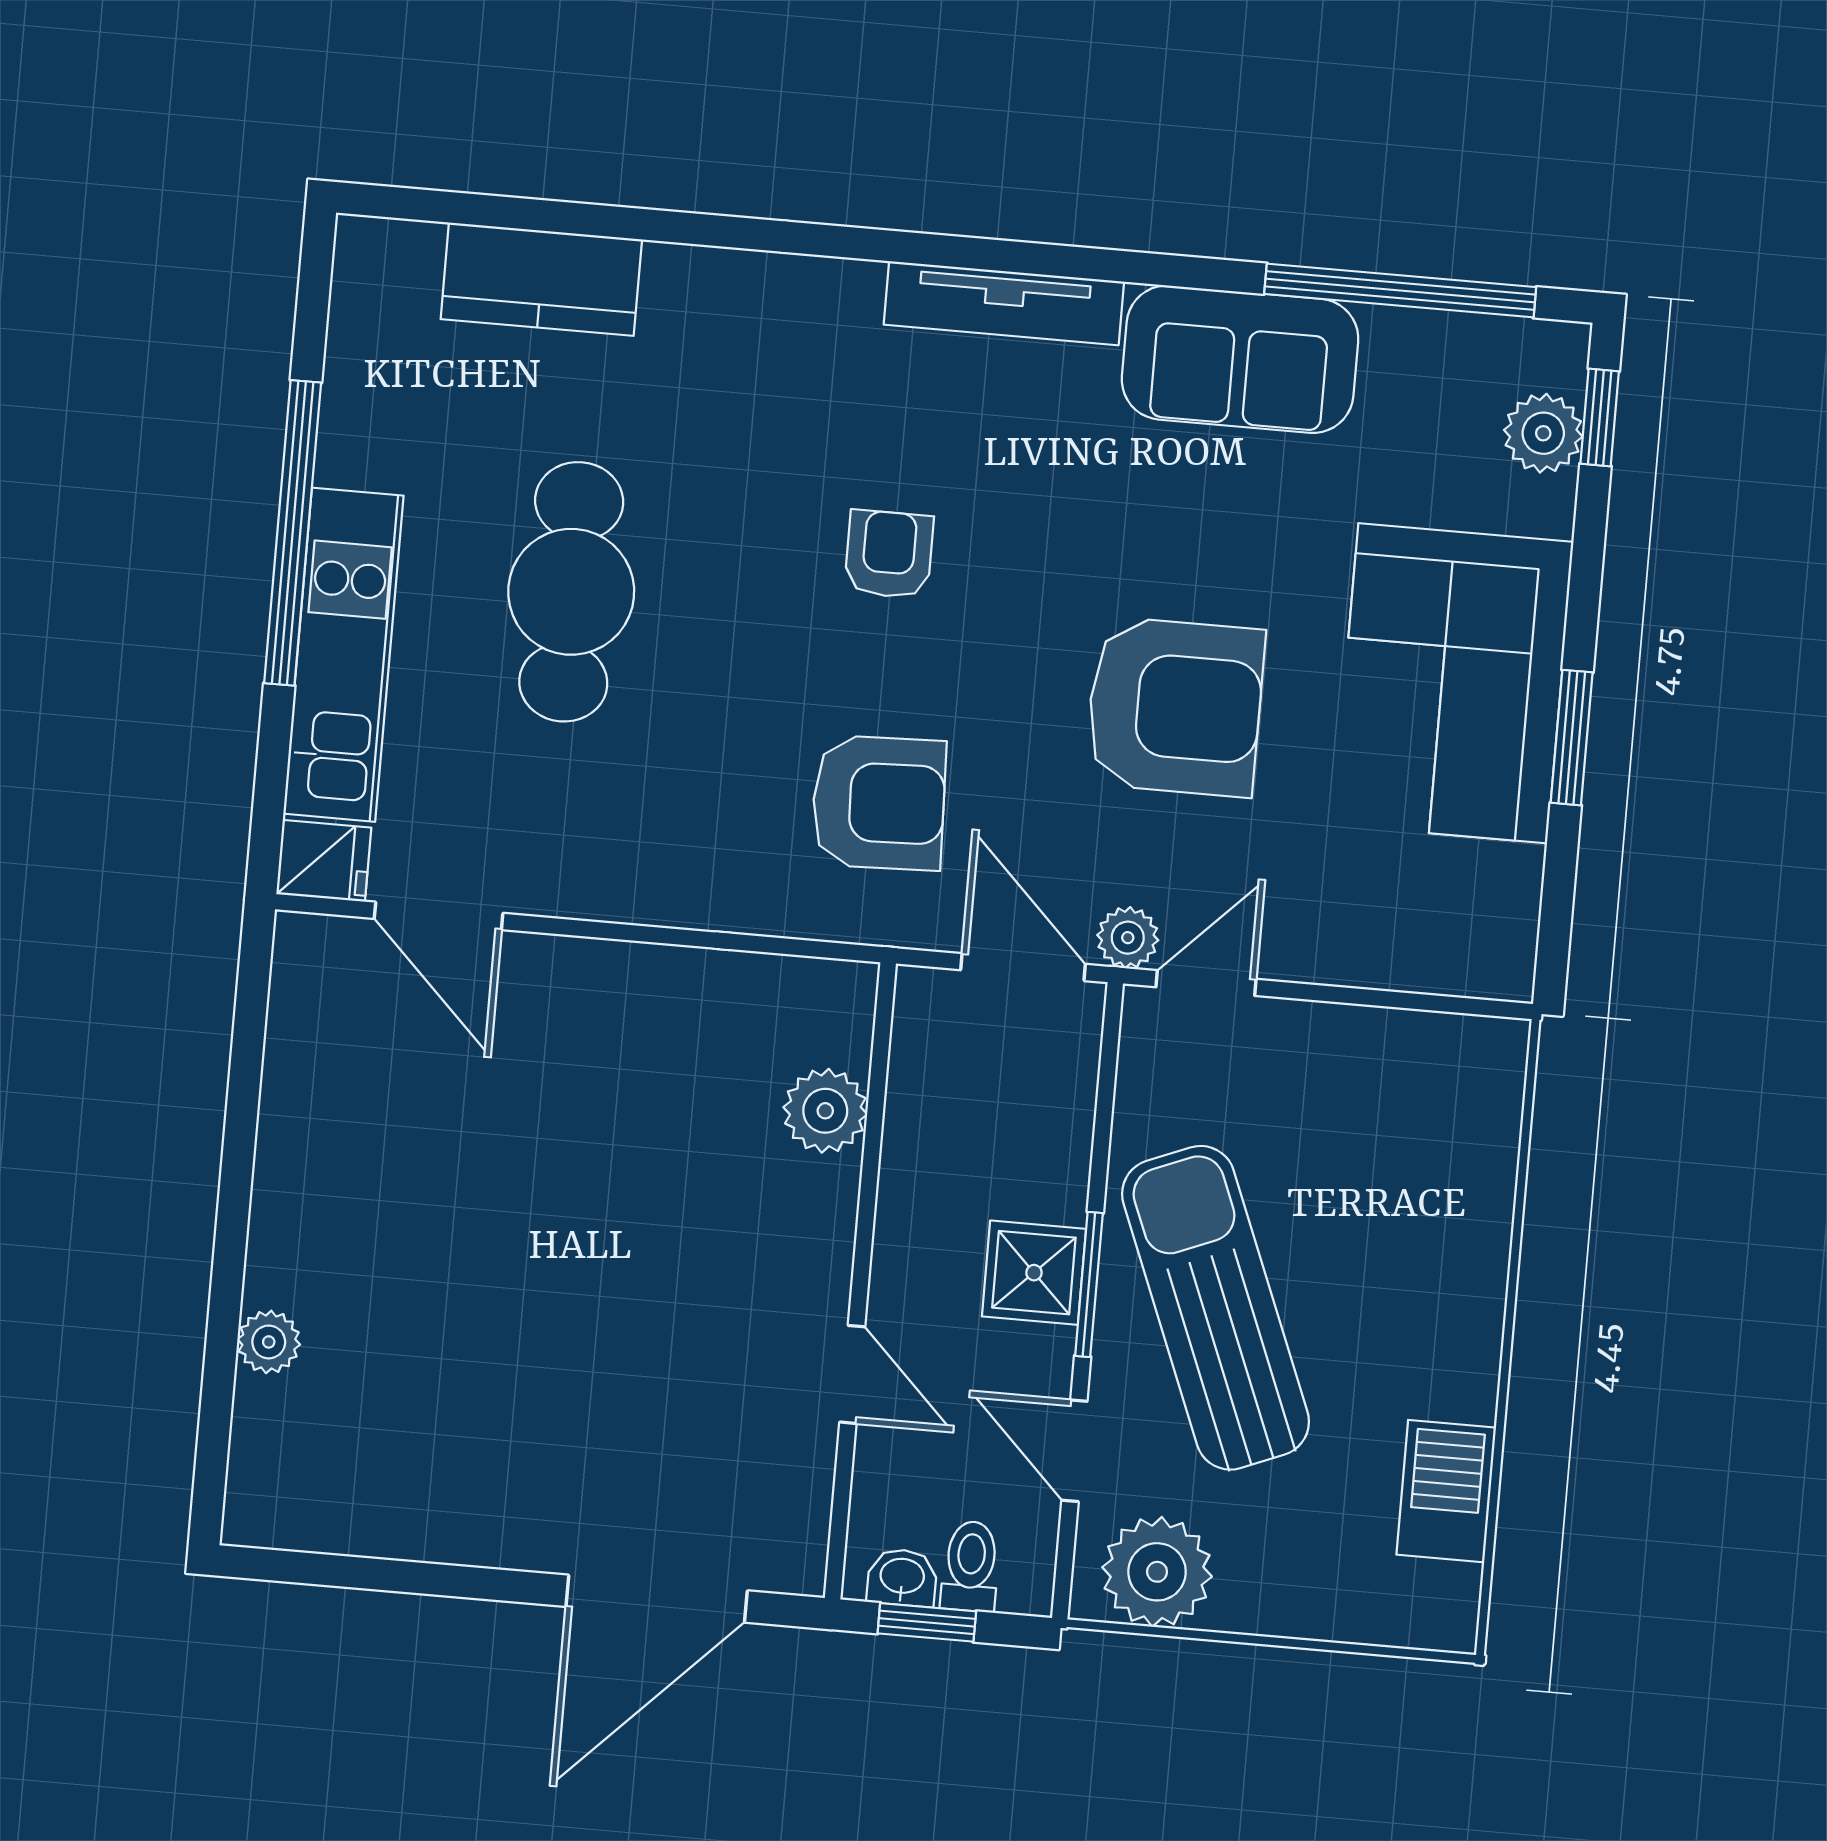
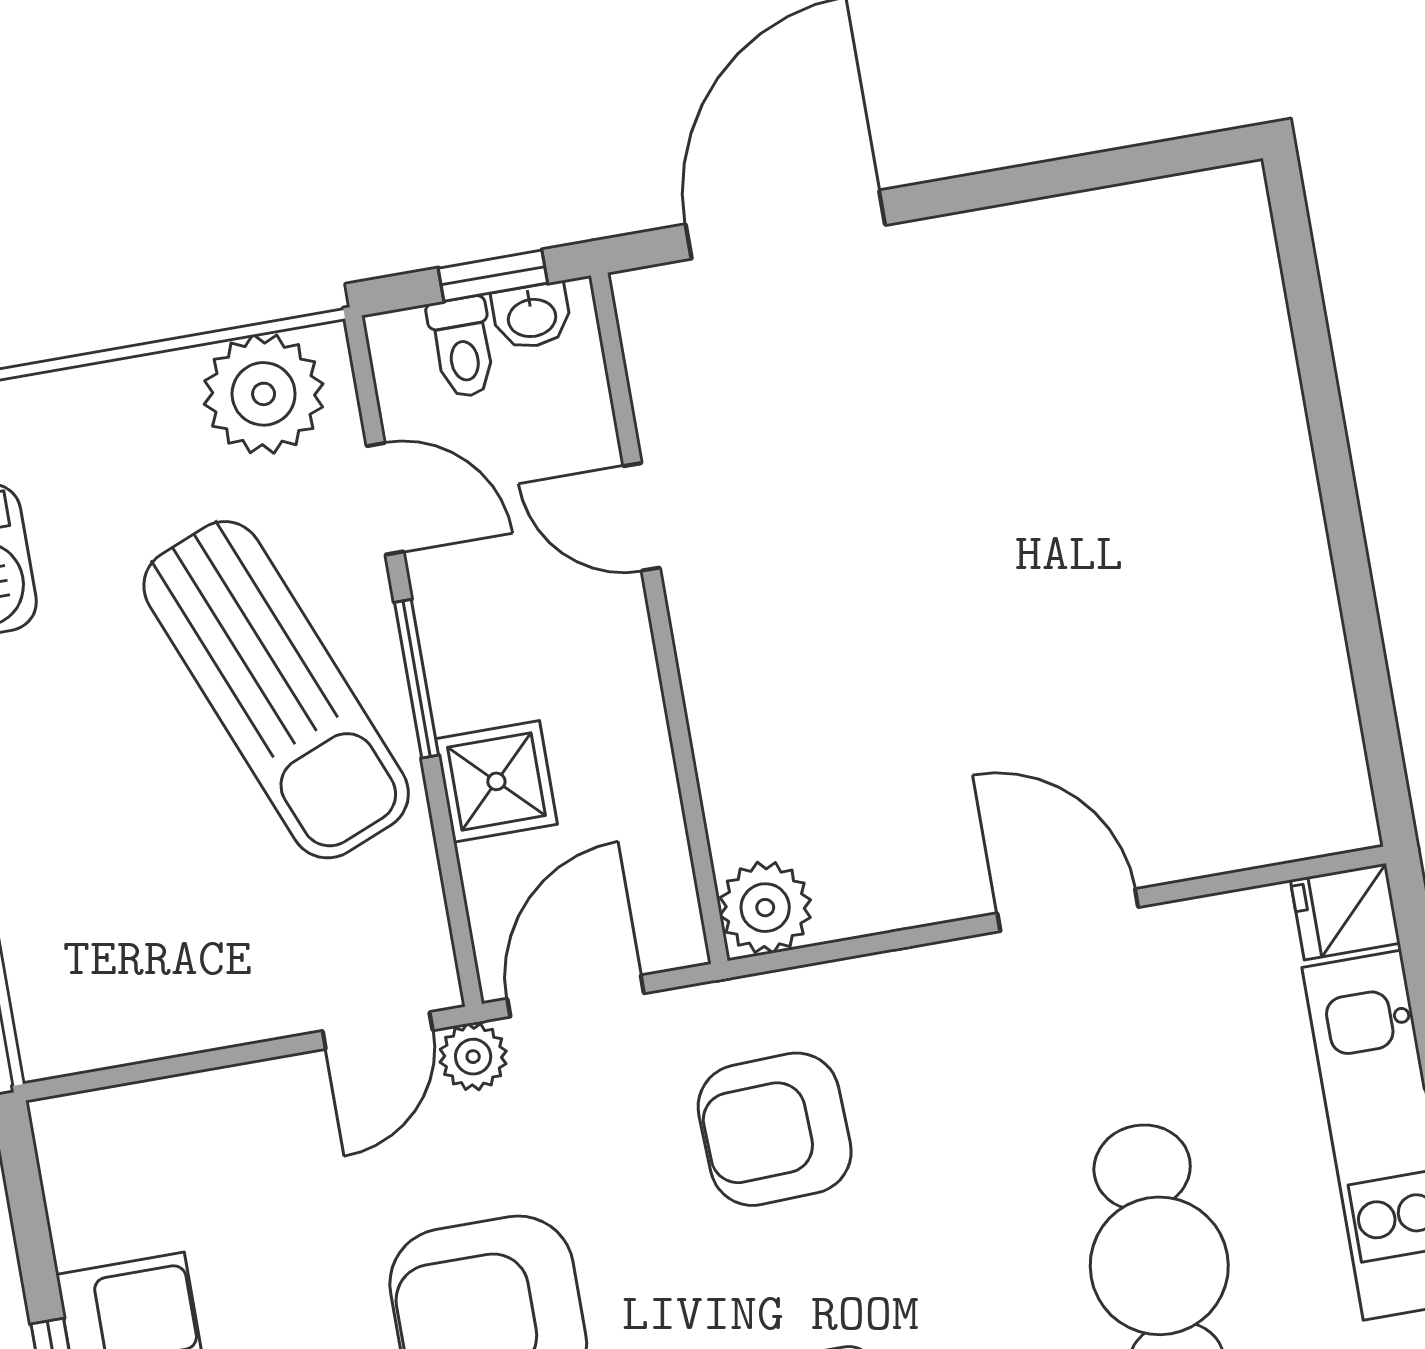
door: (439, 916) -> (1068, 910), moved
door: (1023, 967) -> (576, 996), swing flipped
plant: (825, 1111) -> (765, 908), moved
shower: (1034, 1273) -> (496, 781), moved
plant: (269, 1342) -> (1268, 387), removed

